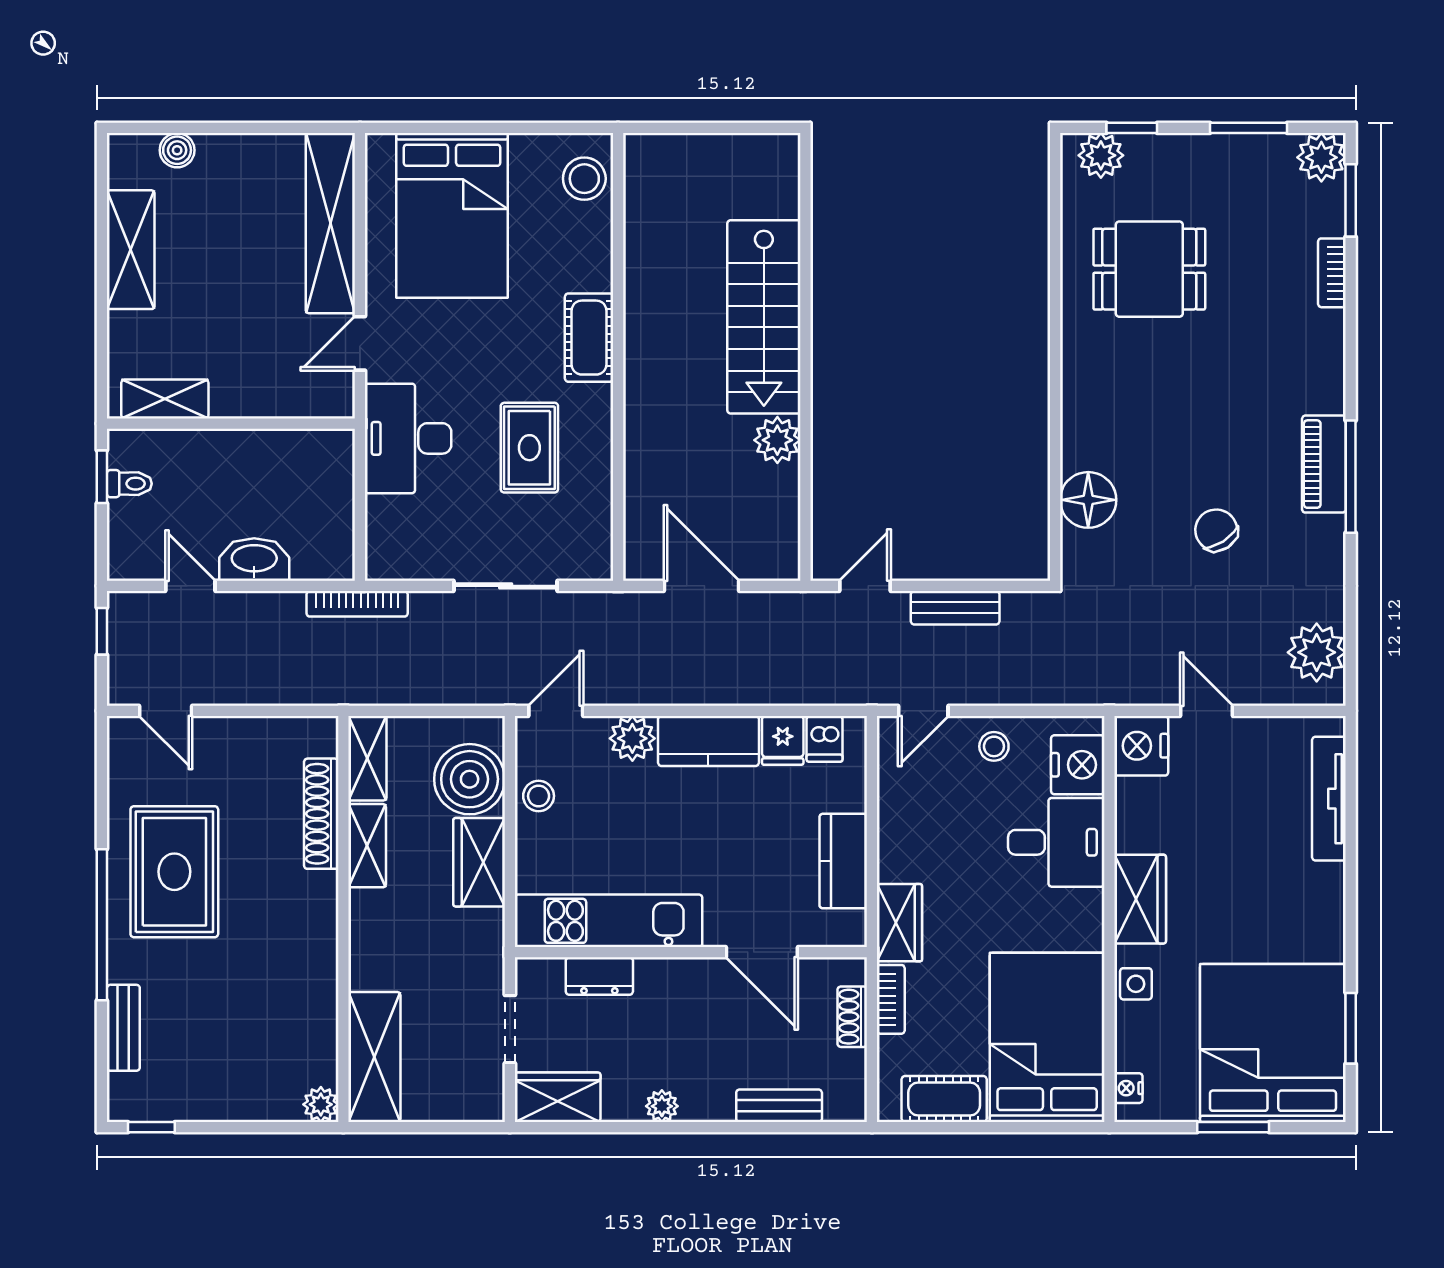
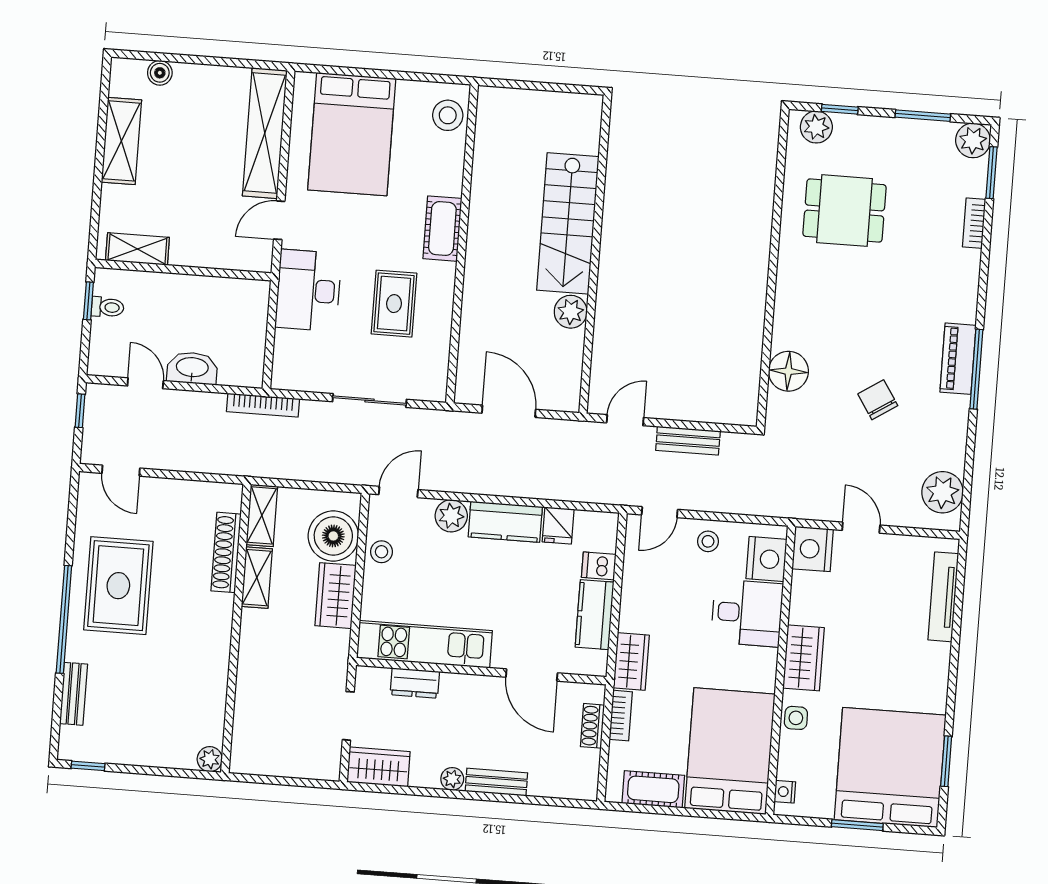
dishwasher: (825, 739) -> (599, 566), moved, turned 90
shelving: (374, 1057) -> (250, 728), removed
bench: (779, 1106) -> (496, 782), moved

